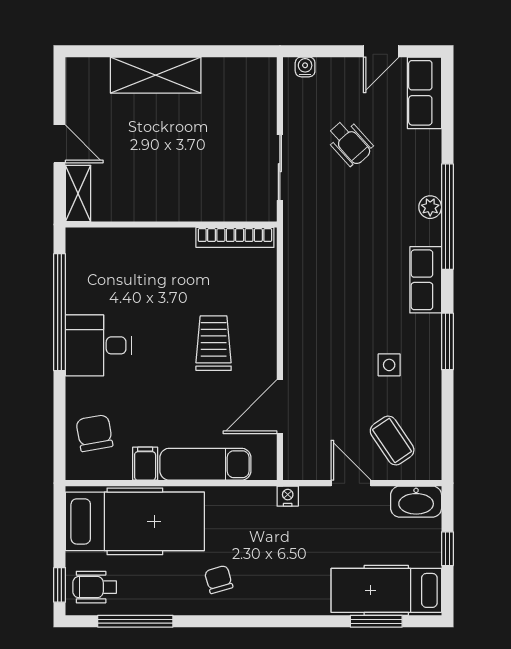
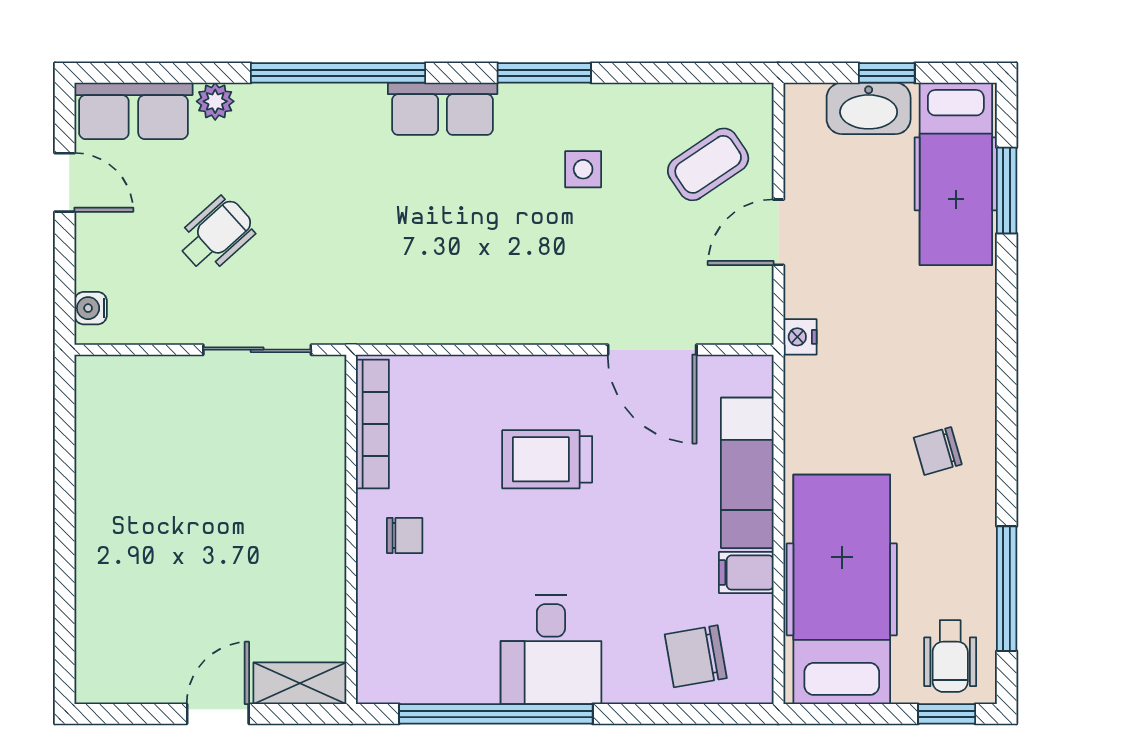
shelving: (156, 75) -> (104, 555), removed
plant: (430, 207) -> (215, 101), moved
chair: (167, 257) -> (405, 536), added
washbasin: (416, 502) -> (869, 108), moved, turned 90

